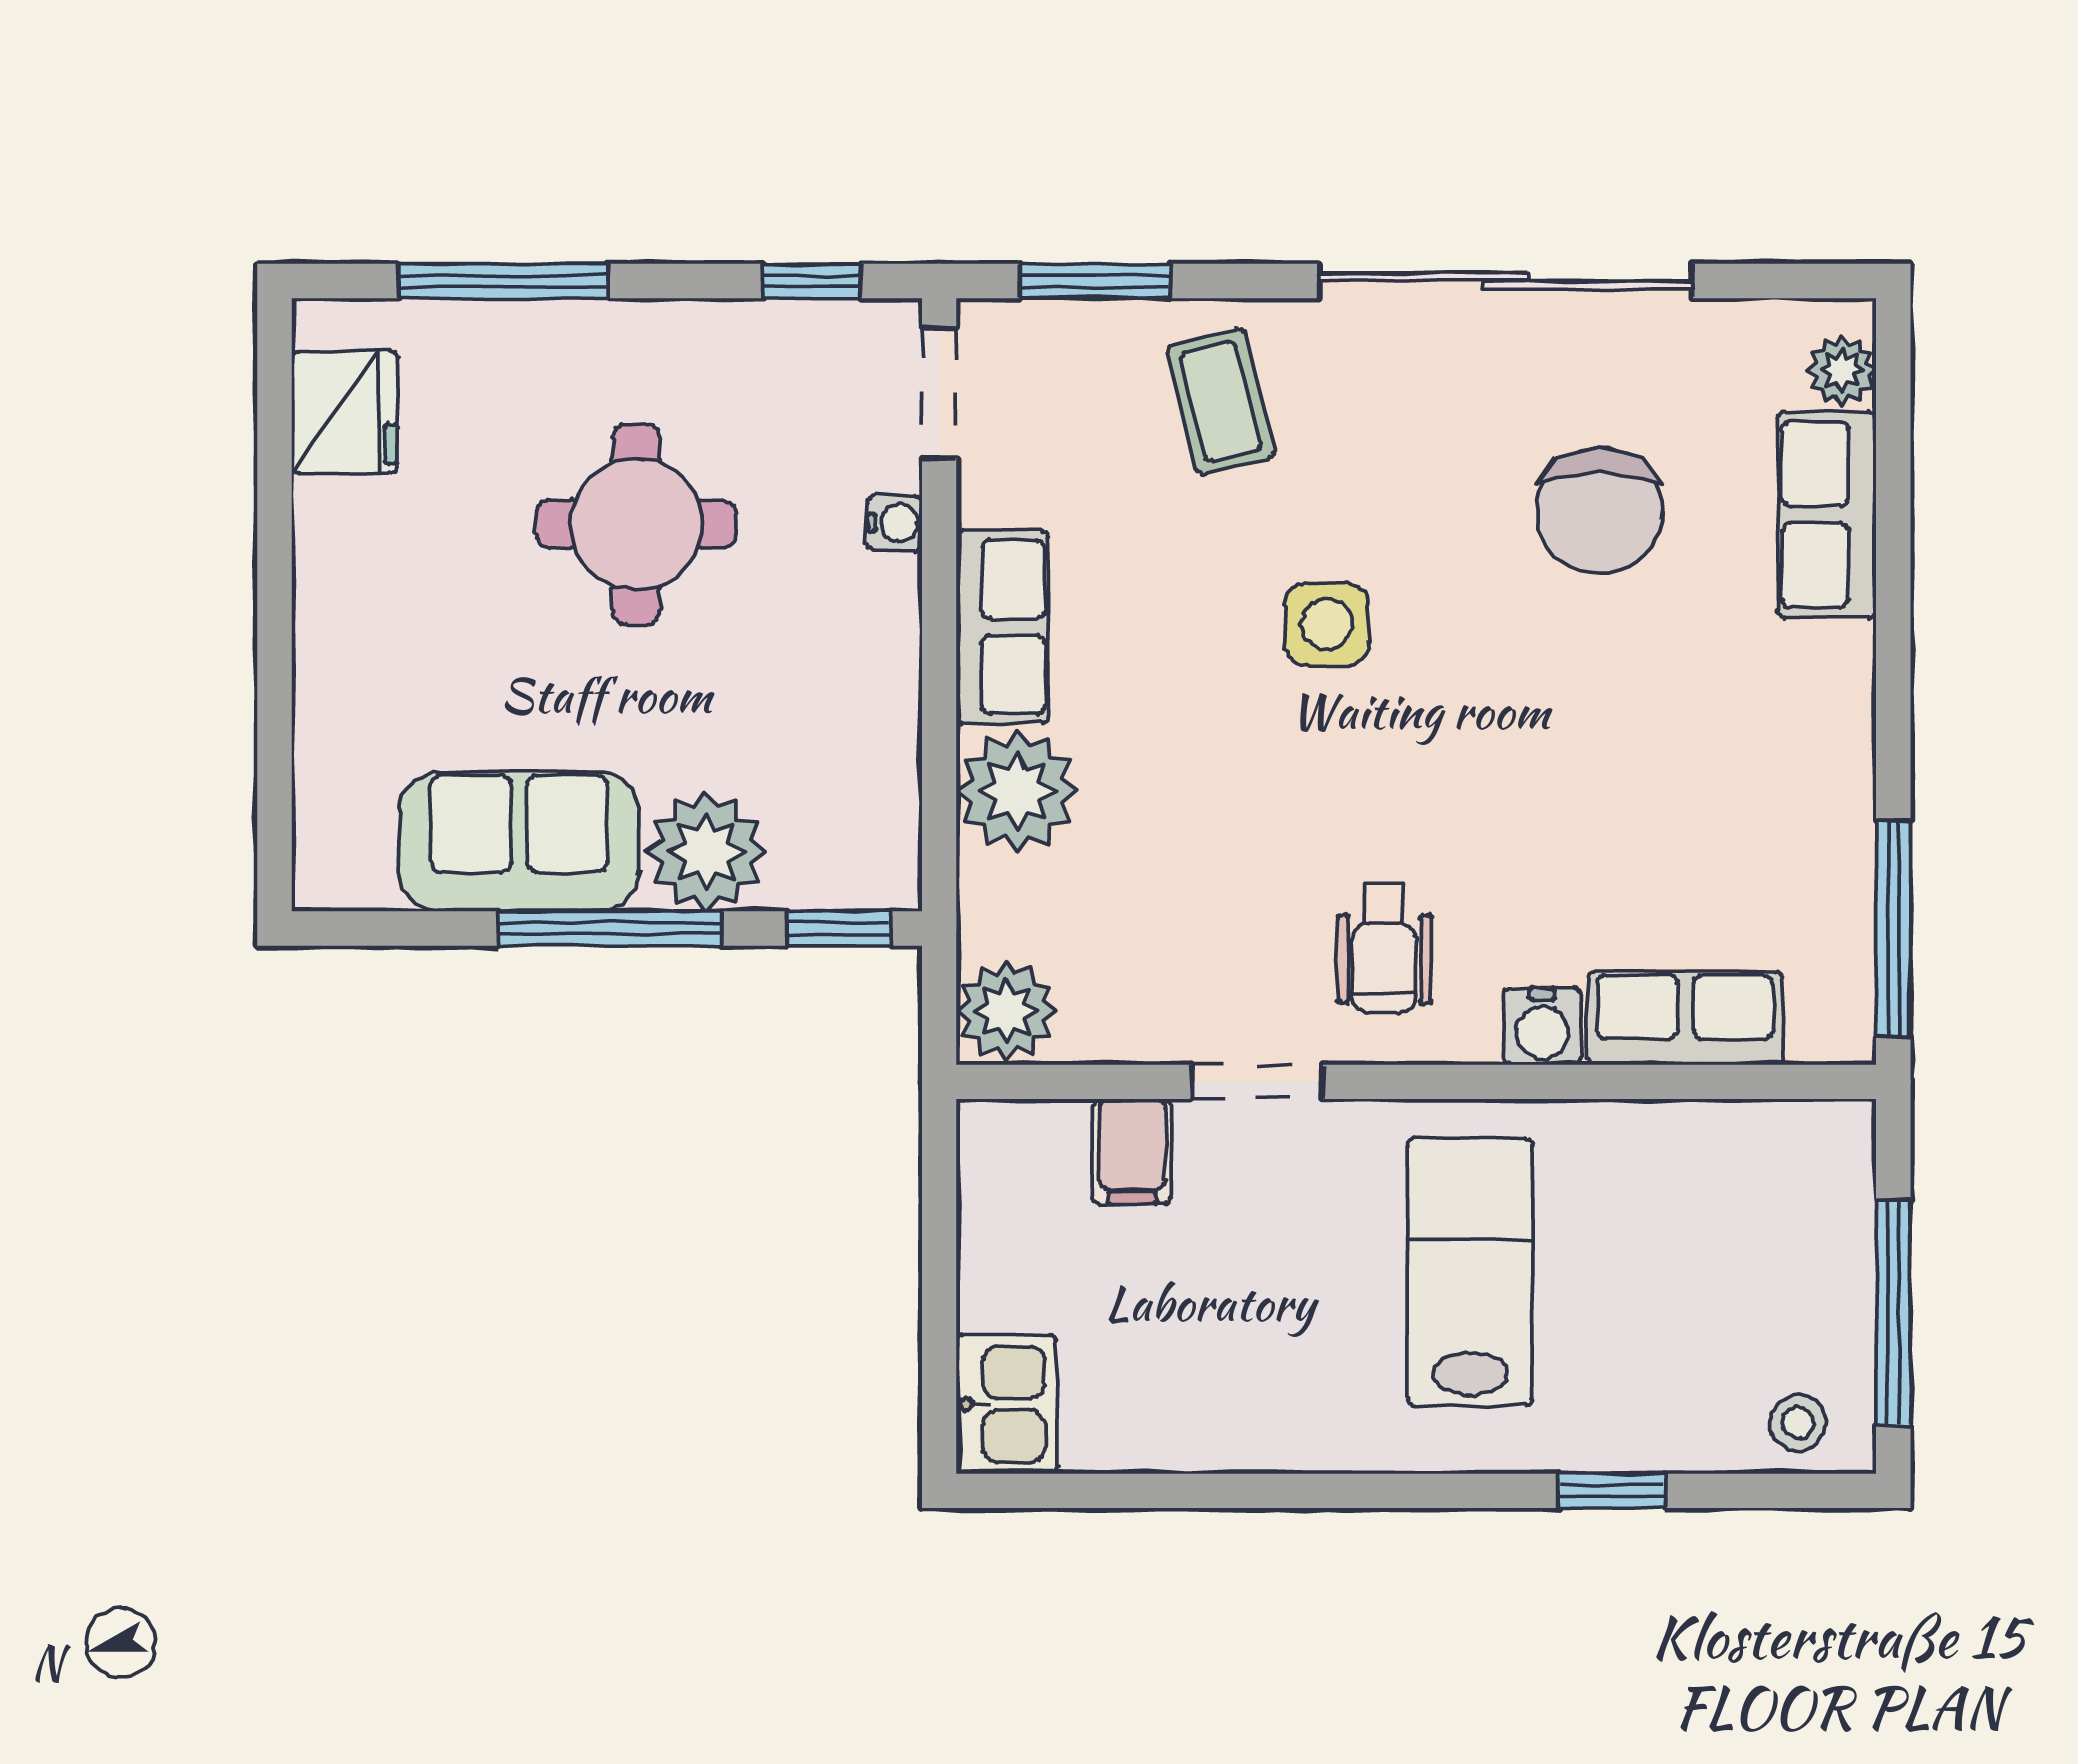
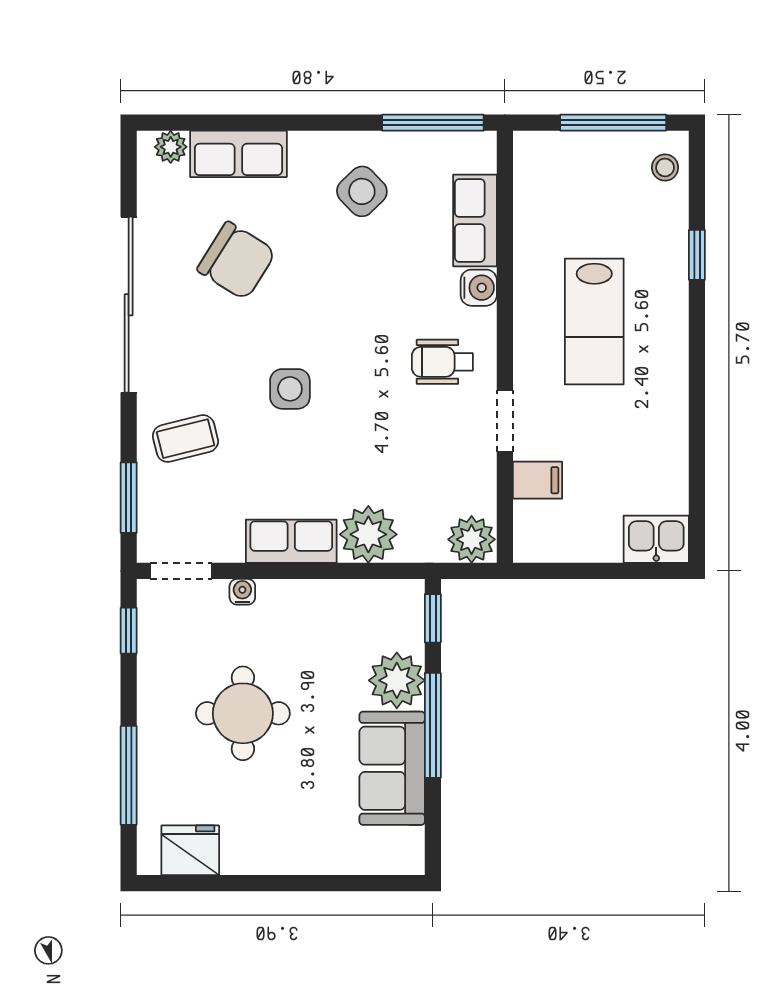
chair: (1599, 511) -> (237, 261), turned 32
side table: (1747, 777) -> (362, 191), added
wheelchair: (1384, 949) -> (442, 362), turned 180
lab bench: (1470, 1272) -> (594, 321), turned -90

